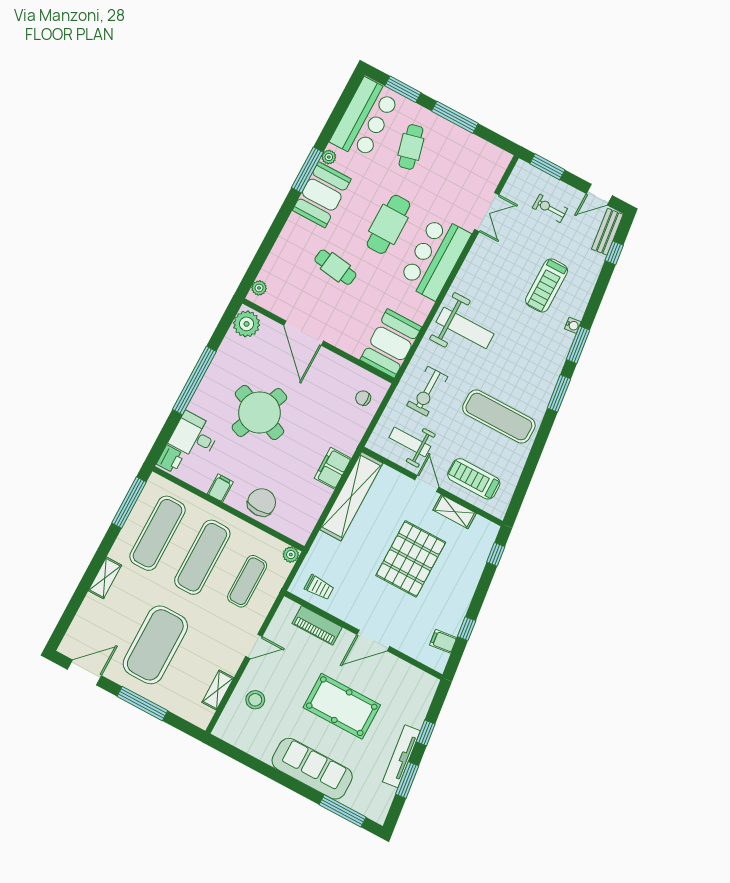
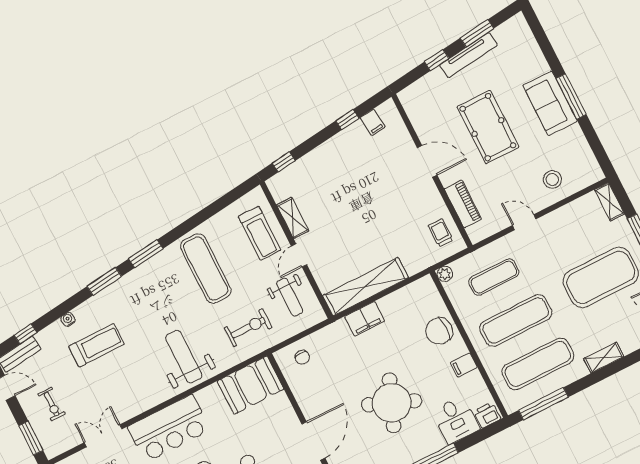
water cooler: (573, 325) -> (68, 319), moved
pallet: (411, 559) -> (353, 205), removed
shelving: (218, 690) -> (609, 202), moved, turned 90
sofa: (312, 769) -> (550, 103), width x0.73
window: (343, 811) -> (571, 96), moved

